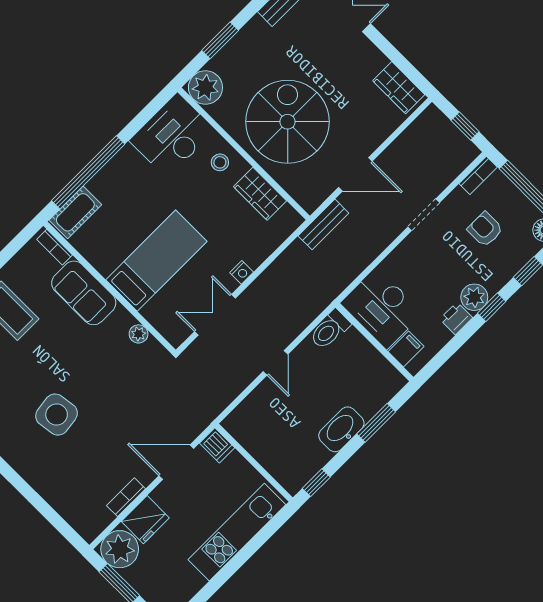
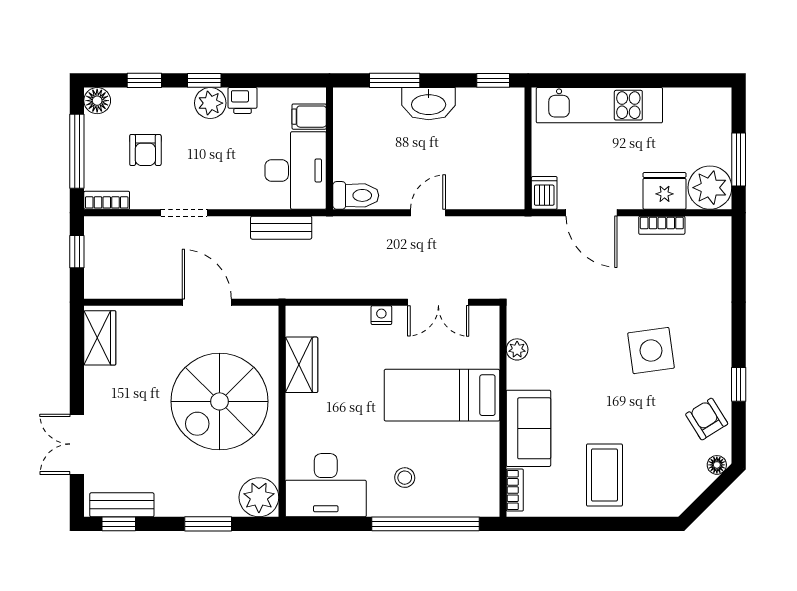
stool: (220, 162) -> (405, 478), moved
cot: (75, 212) -> (469, 502), removed
bench: (323, 224) -> (281, 228), moved

